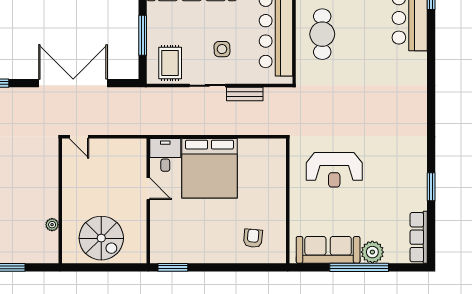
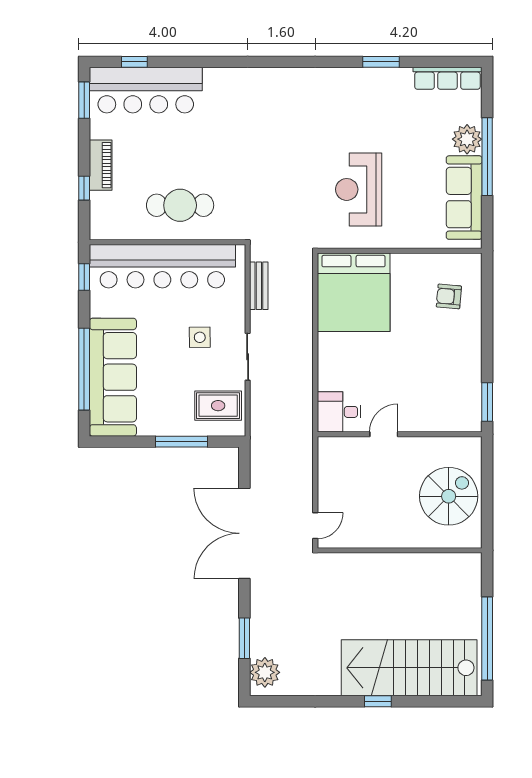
bench: (245, 94) -> (259, 286), moved
bed: (209, 168) -> (354, 292), moved, turned 90
reception desk: (334, 170) -> (359, 189), turned 180
plant: (52, 225) -> (431, 561), removed

